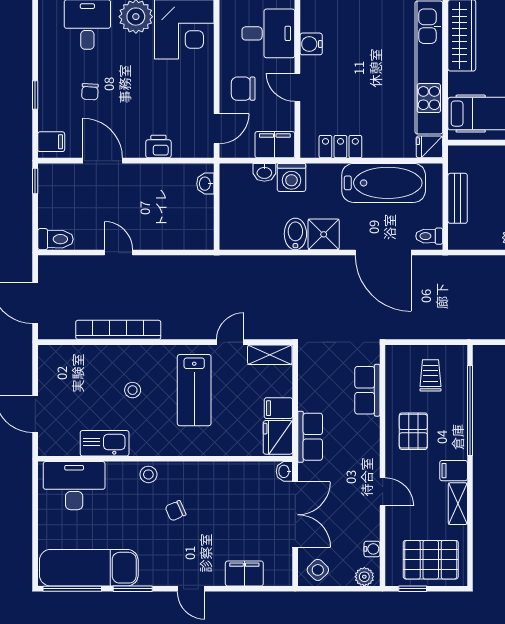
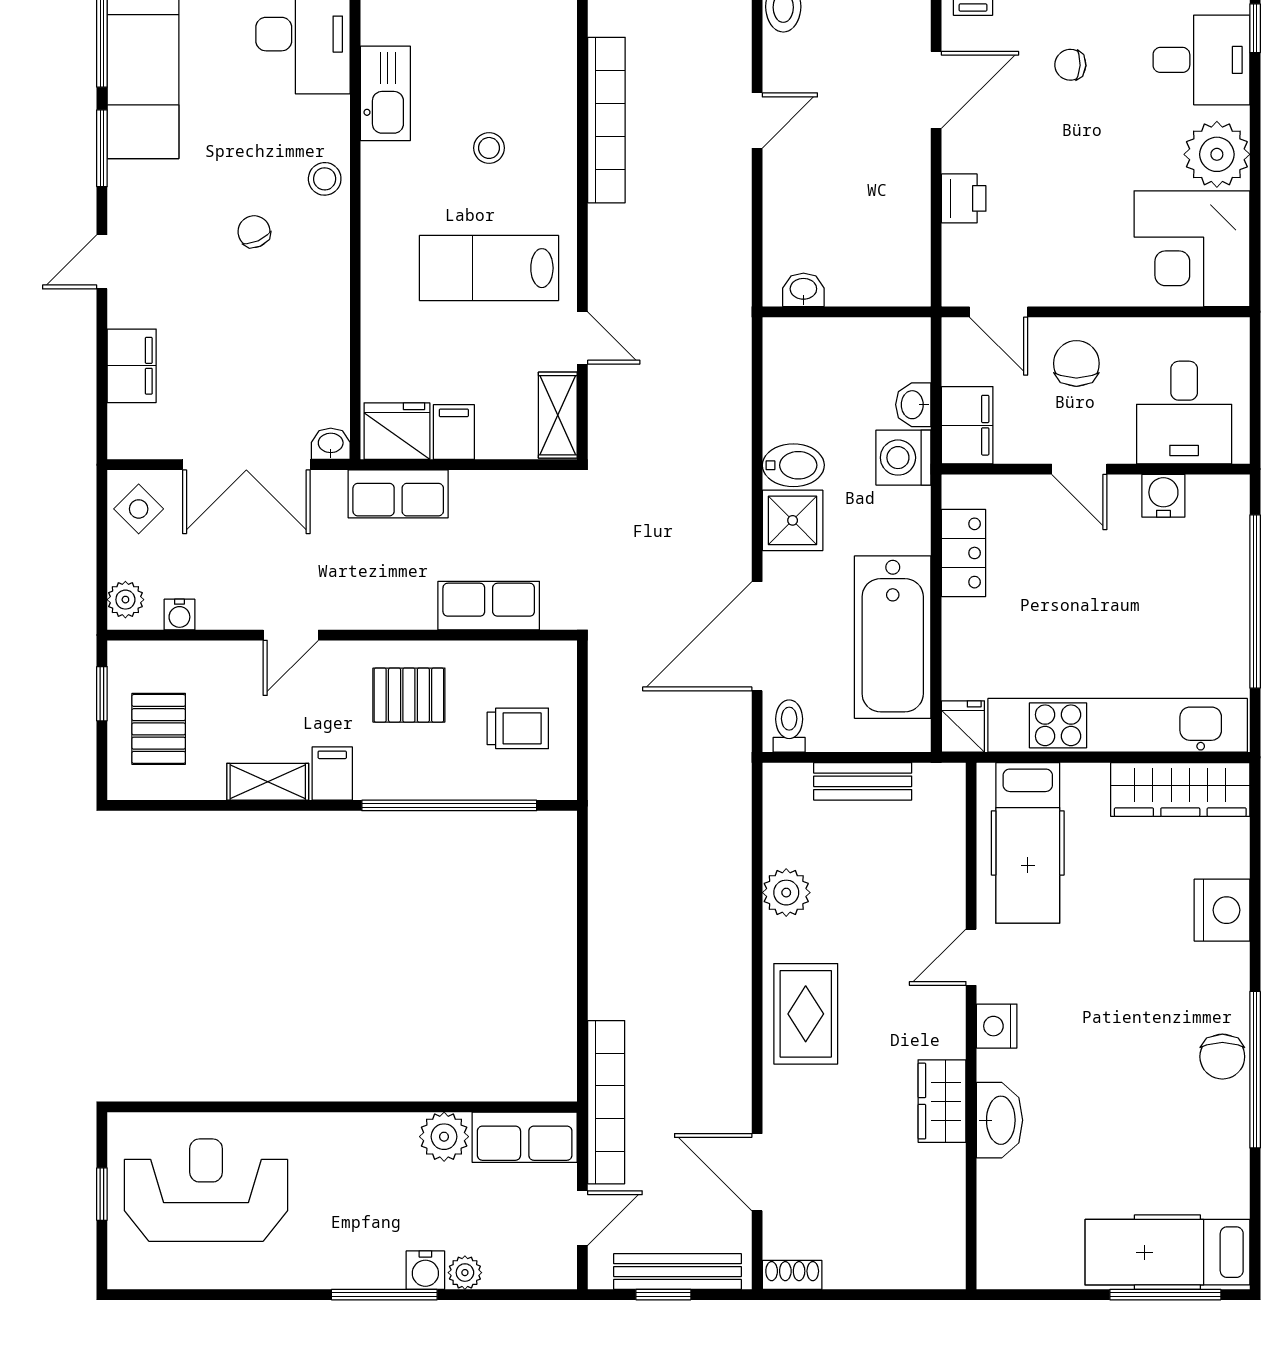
door: (297, 87) -> (1079, 469), swing flipped
washbasin: (205, 184) -> (803, 290), moved
pallet: (431, 560) -> (159, 729), width x0.67, depth x0.71

